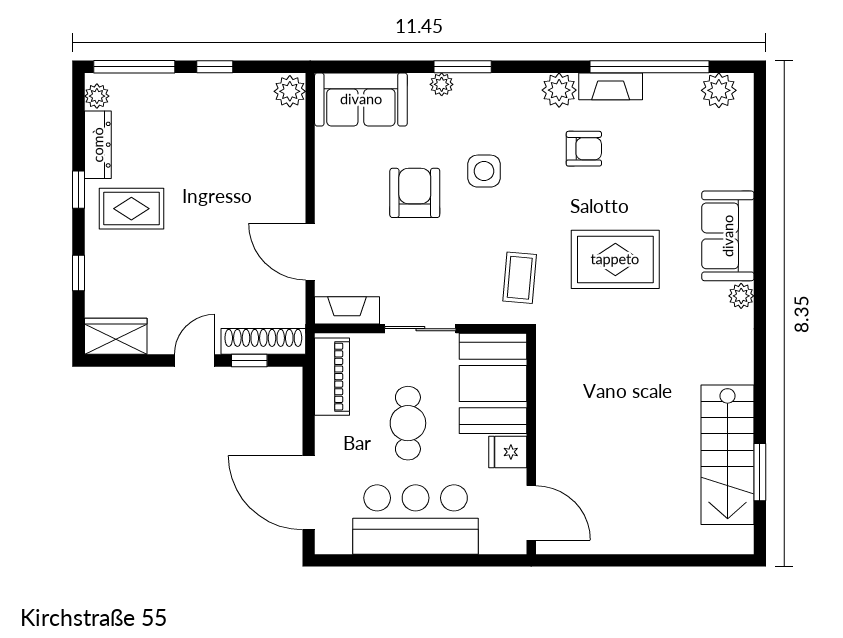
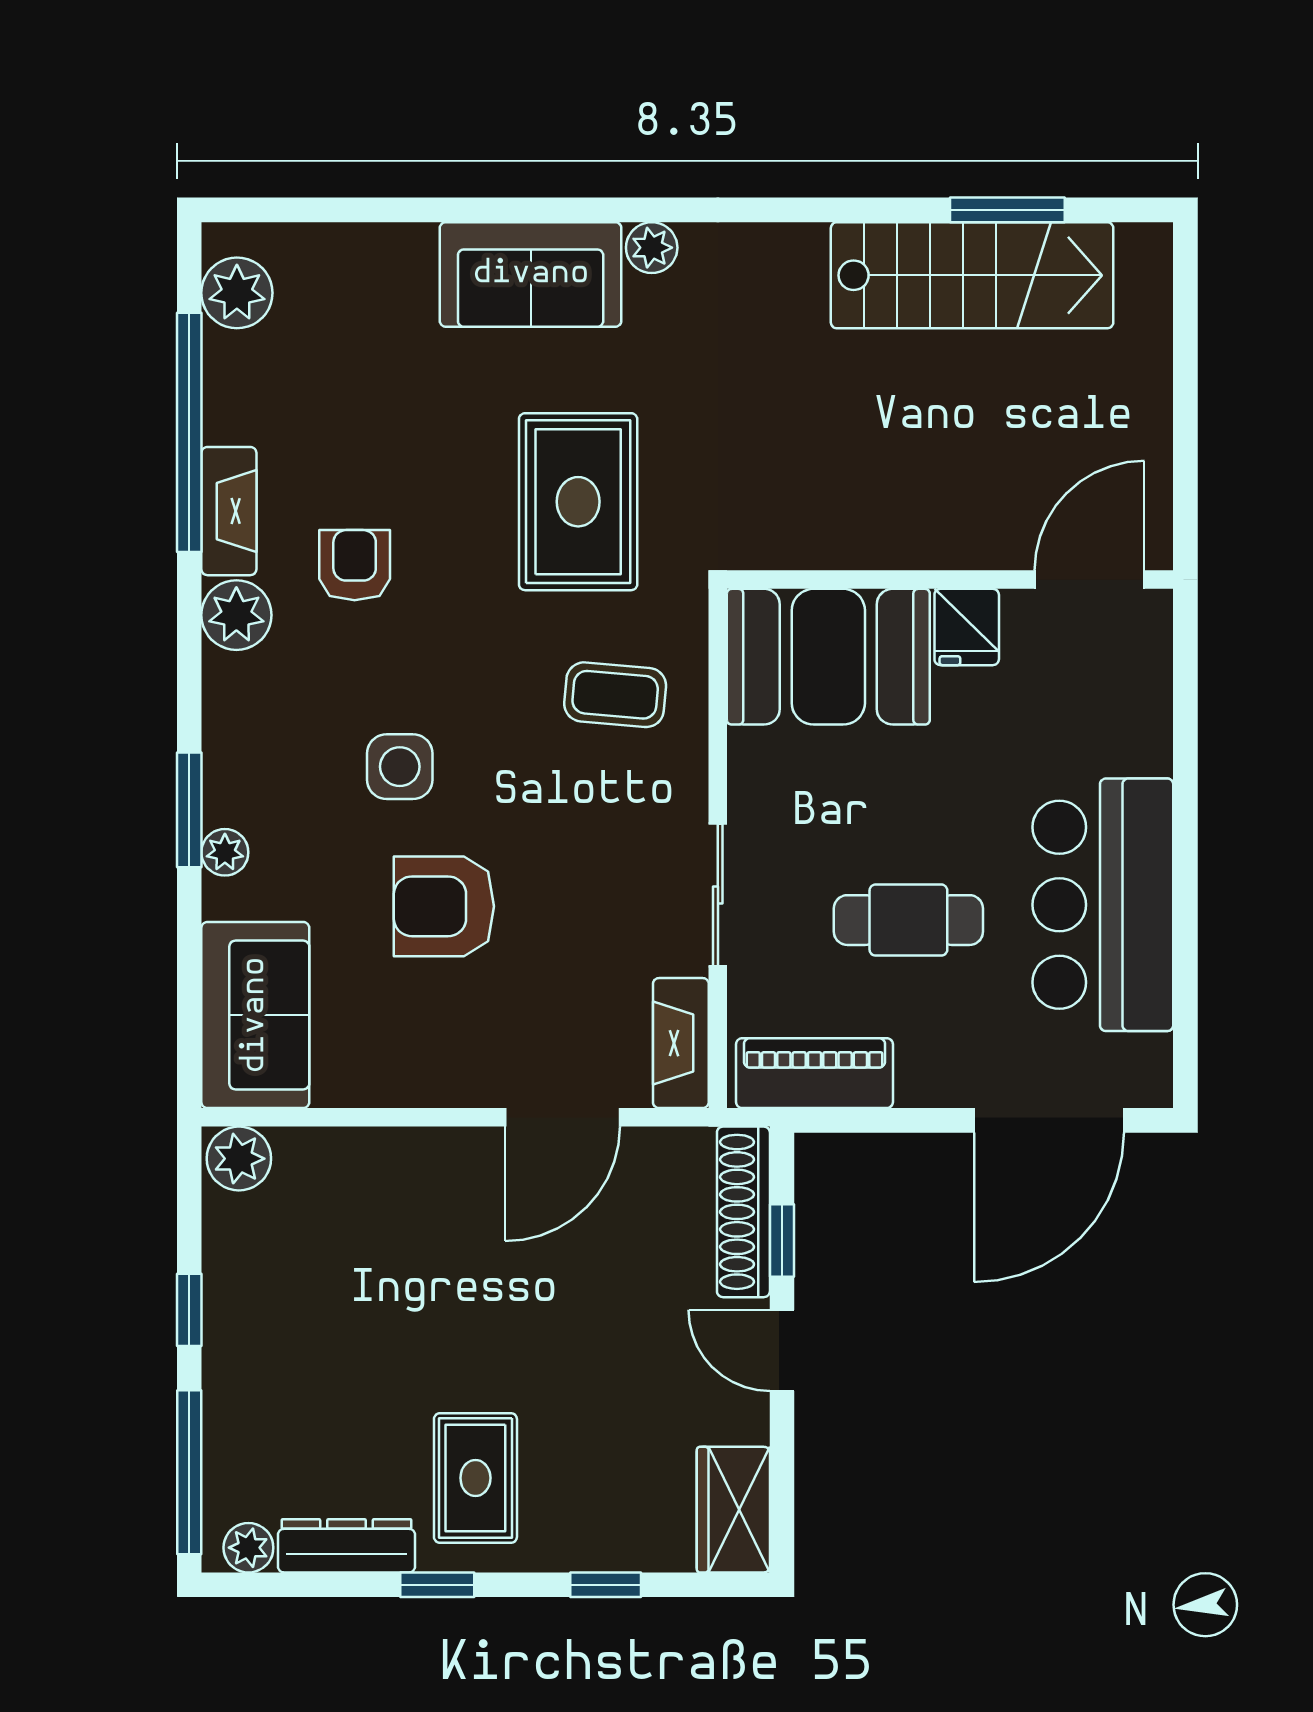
booth: (493, 383) -> (828, 657), moved
wall: (531, 444) -> (950, 580), moved
fridge: (508, 452) -> (967, 627), moved
door: (531, 513) -> (1090, 580), moved

